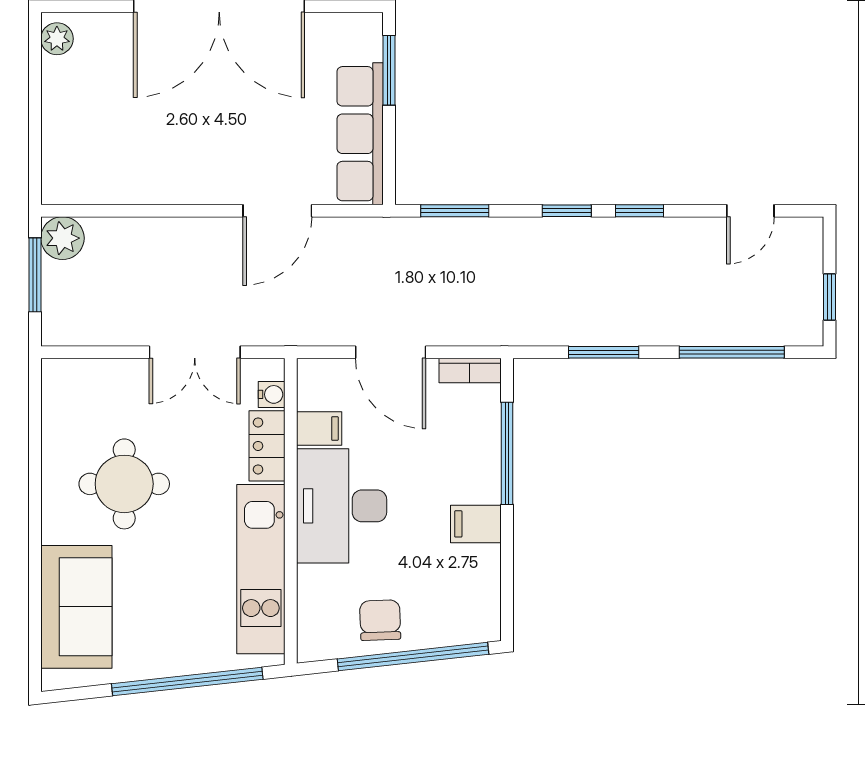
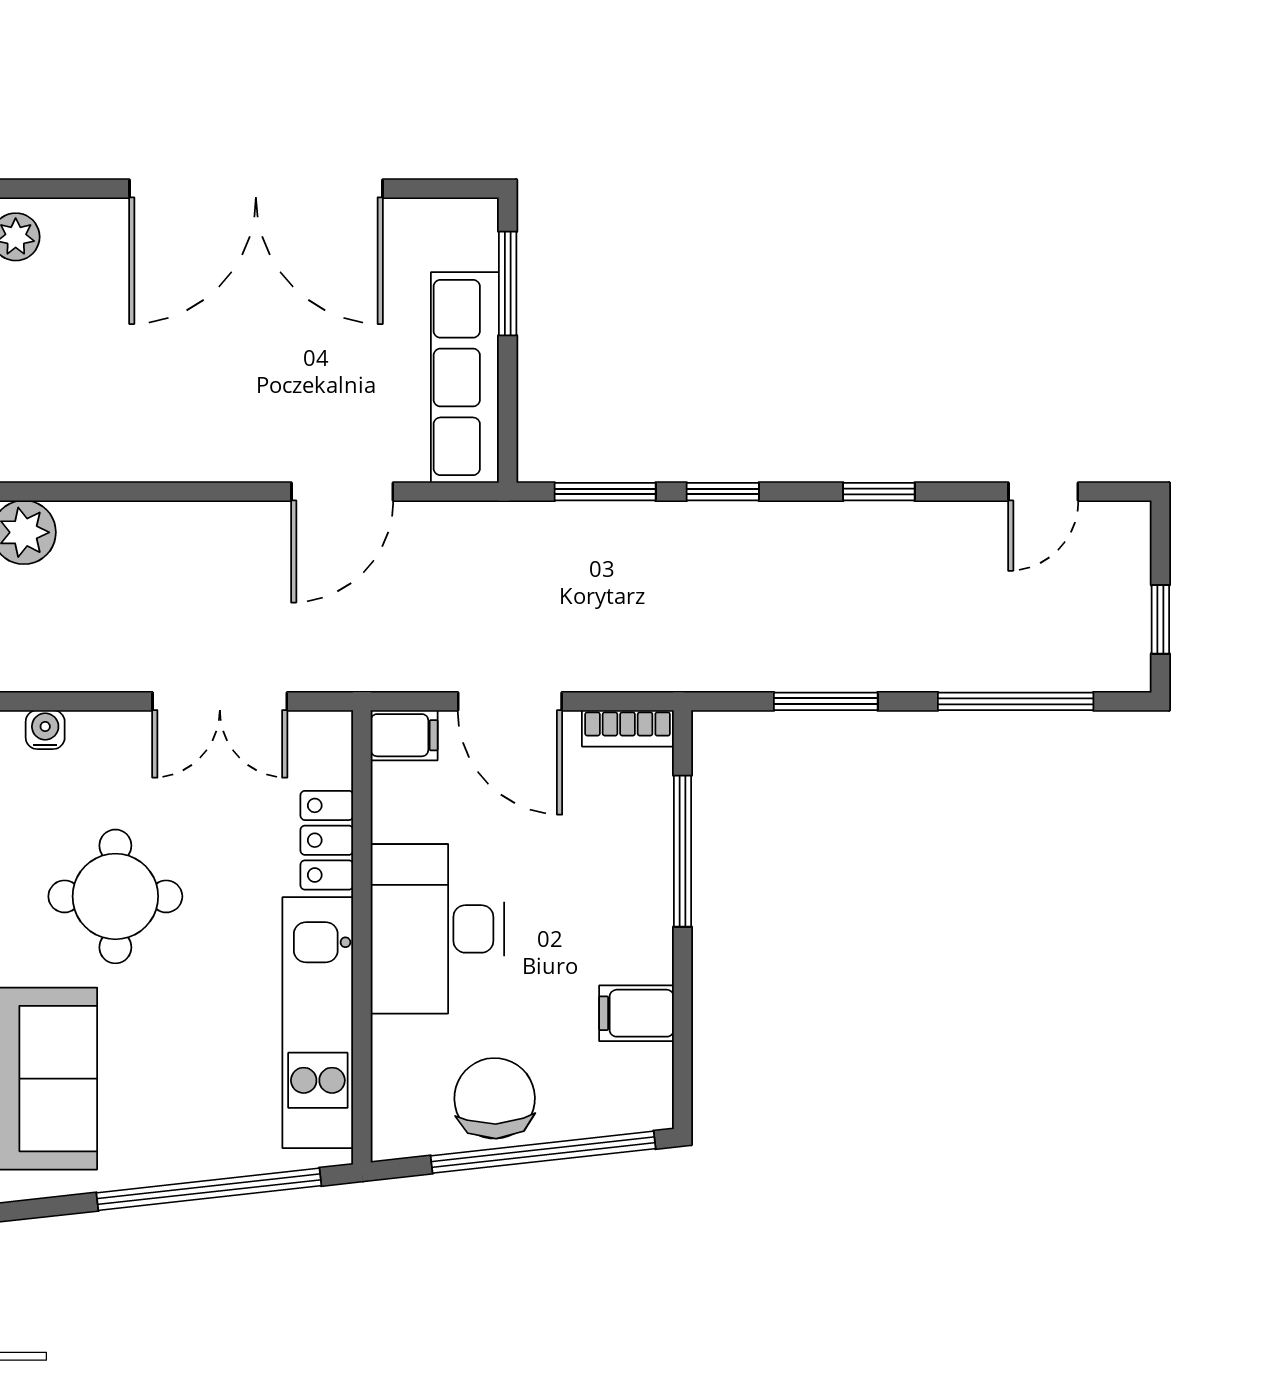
window: (567, 211) -> (723, 492), moved
water cooler: (272, 394) -> (45, 730), moved, turned -90
filing cabinet: (319, 429) -> (404, 735), moved
filing cabinet: (476, 524) -> (636, 1013), moved
chair: (380, 620) -> (495, 1098), width x1.37, depth x1.37

